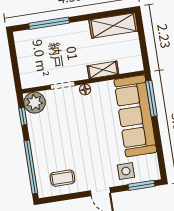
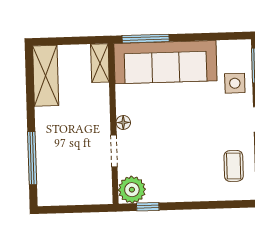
shelving: (103, 70) -> (100, 63), moved
window: (31, 167) -> (214, 205), removed

